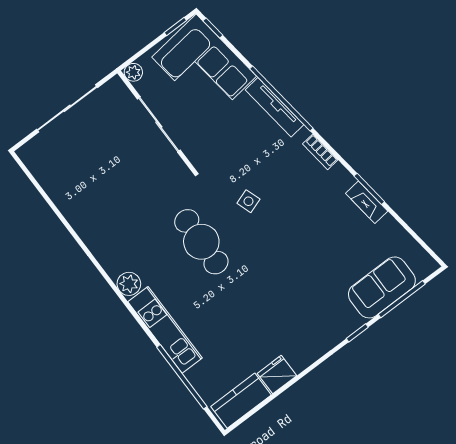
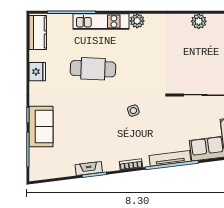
plant: (69, 204) -> (199, 21), added
cafe table: (201, 242) -> (93, 69), moved
sofa: (382, 287) -> (41, 126), moved
fridge: (277, 375) -> (37, 72), moved

